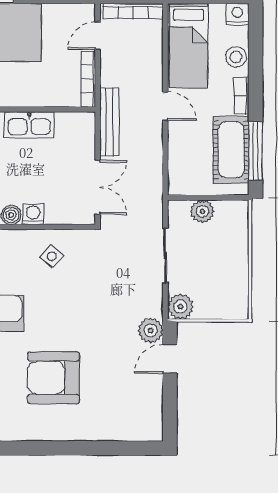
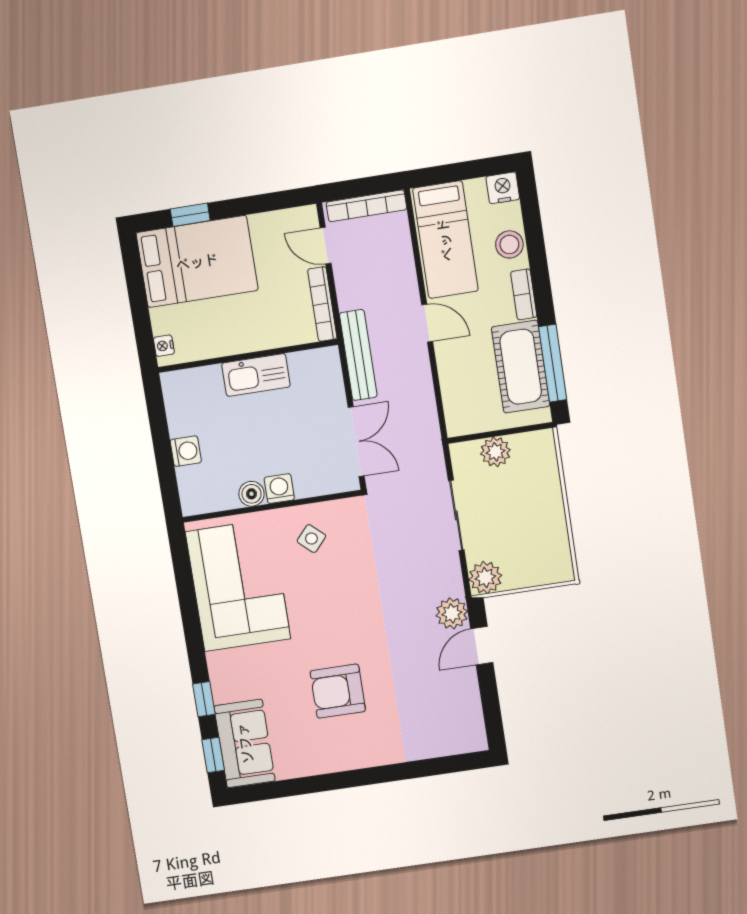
door: (98, 36) -> (326, 246), hinge flipped
armchair: (53, 378) -> (338, 691), width x0.73, depth x0.73

